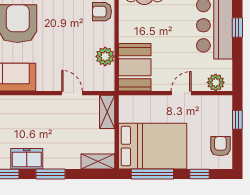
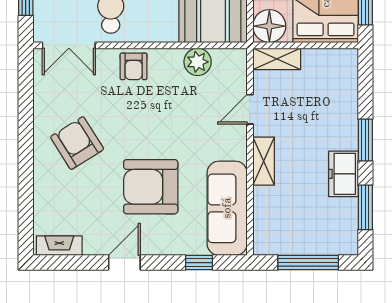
floor lamp: (130, 107) -> (269, 26), added
shelving: (98, 161) -> (264, 161), moved

